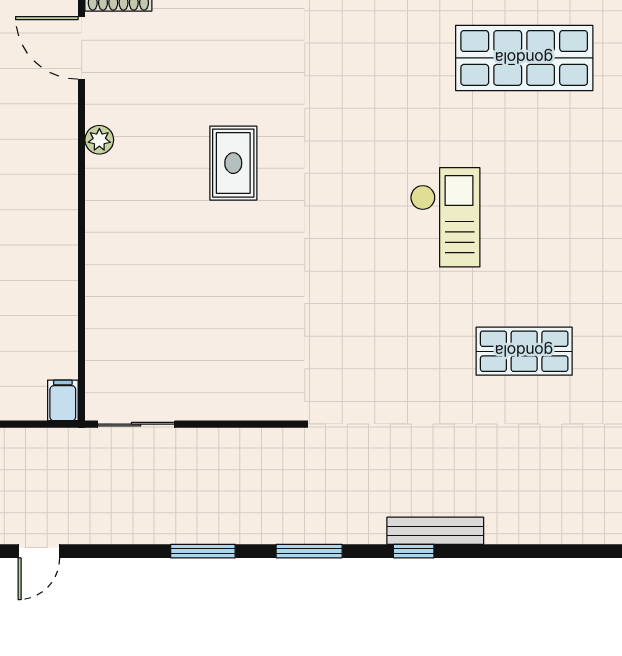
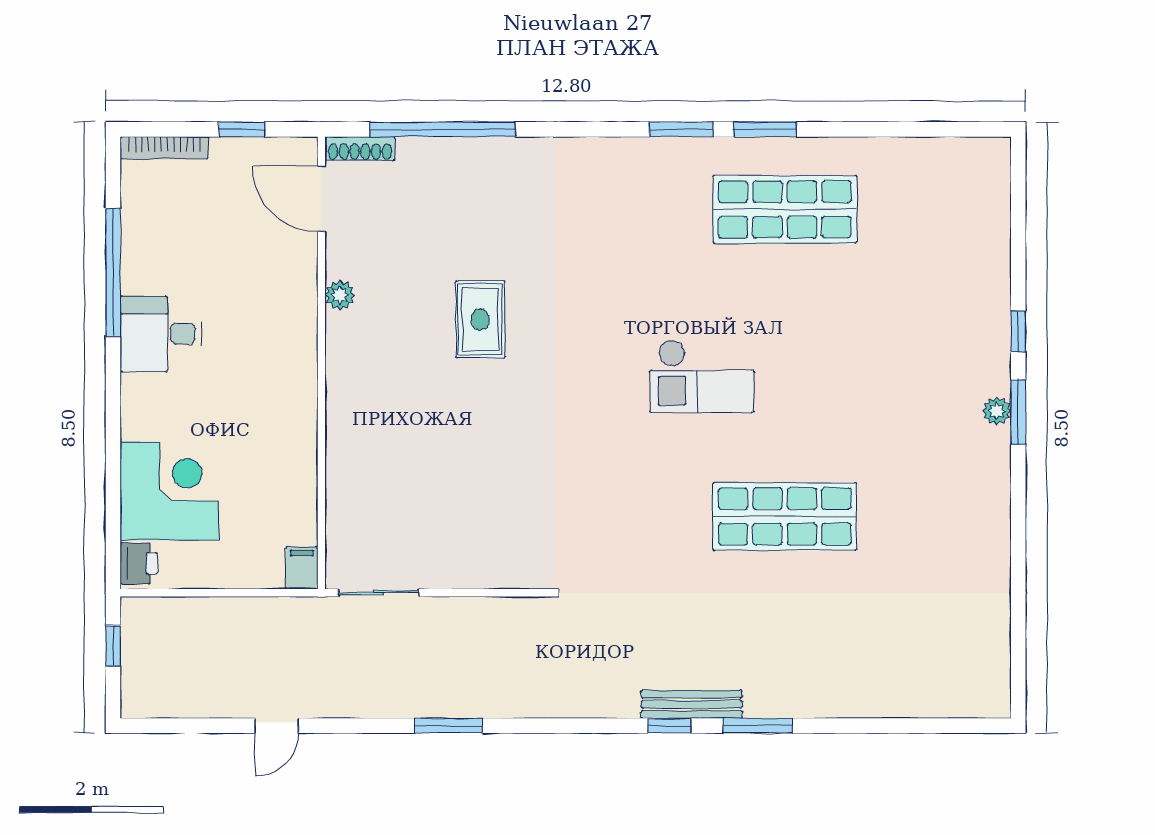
checkout: (445, 217) -> (702, 376), turned 90
shop shelf: (524, 351) -> (785, 516), width x1.43, depth x1.36
window: (309, 551) -> (758, 726), moved

